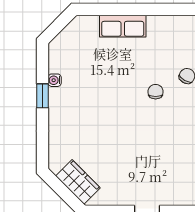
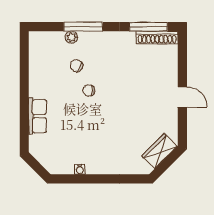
window: (43, 96) -> (92, 179), removed

